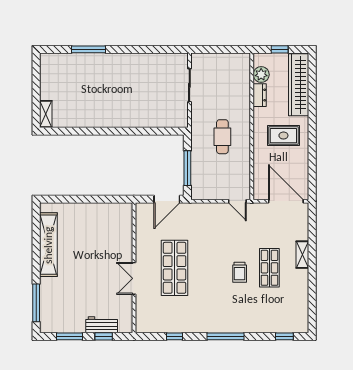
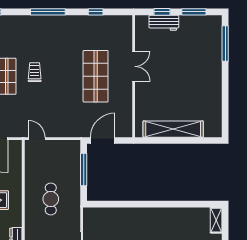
shelving: (48, 245) -> (173, 129), moved, turned 90

